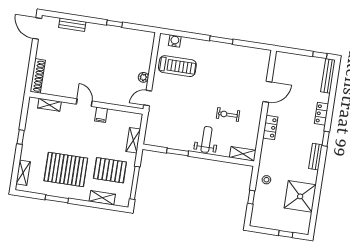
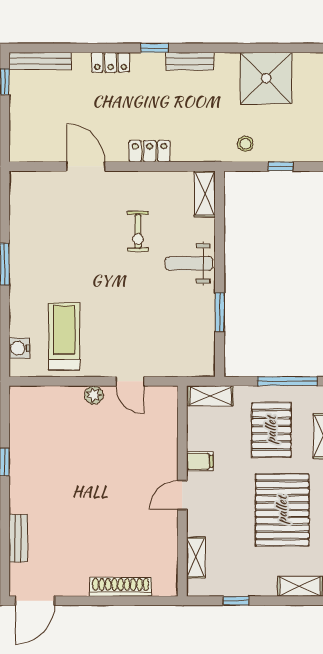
door: (84, 103) -> (182, 495), moved
wall: (86, 103) -> (182, 491), moved
shelving: (49, 105) -> (196, 557), moved
filing cabinet: (101, 115) -> (200, 461), moved

